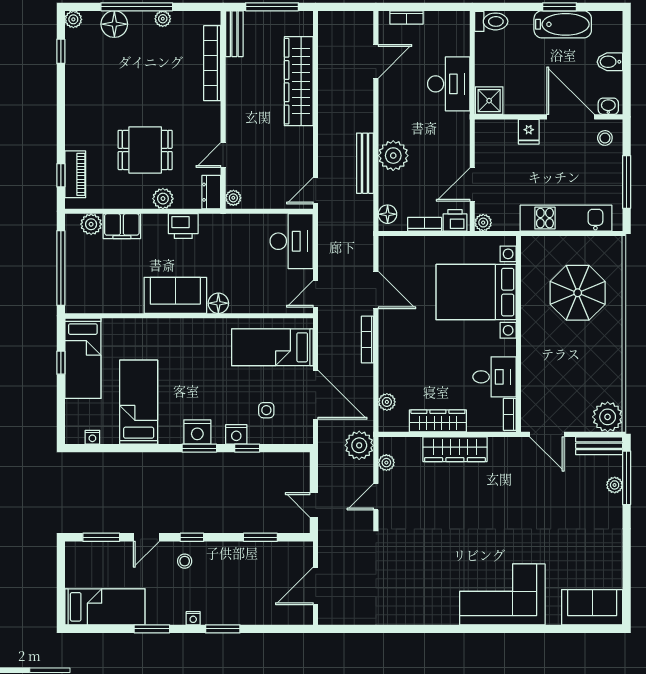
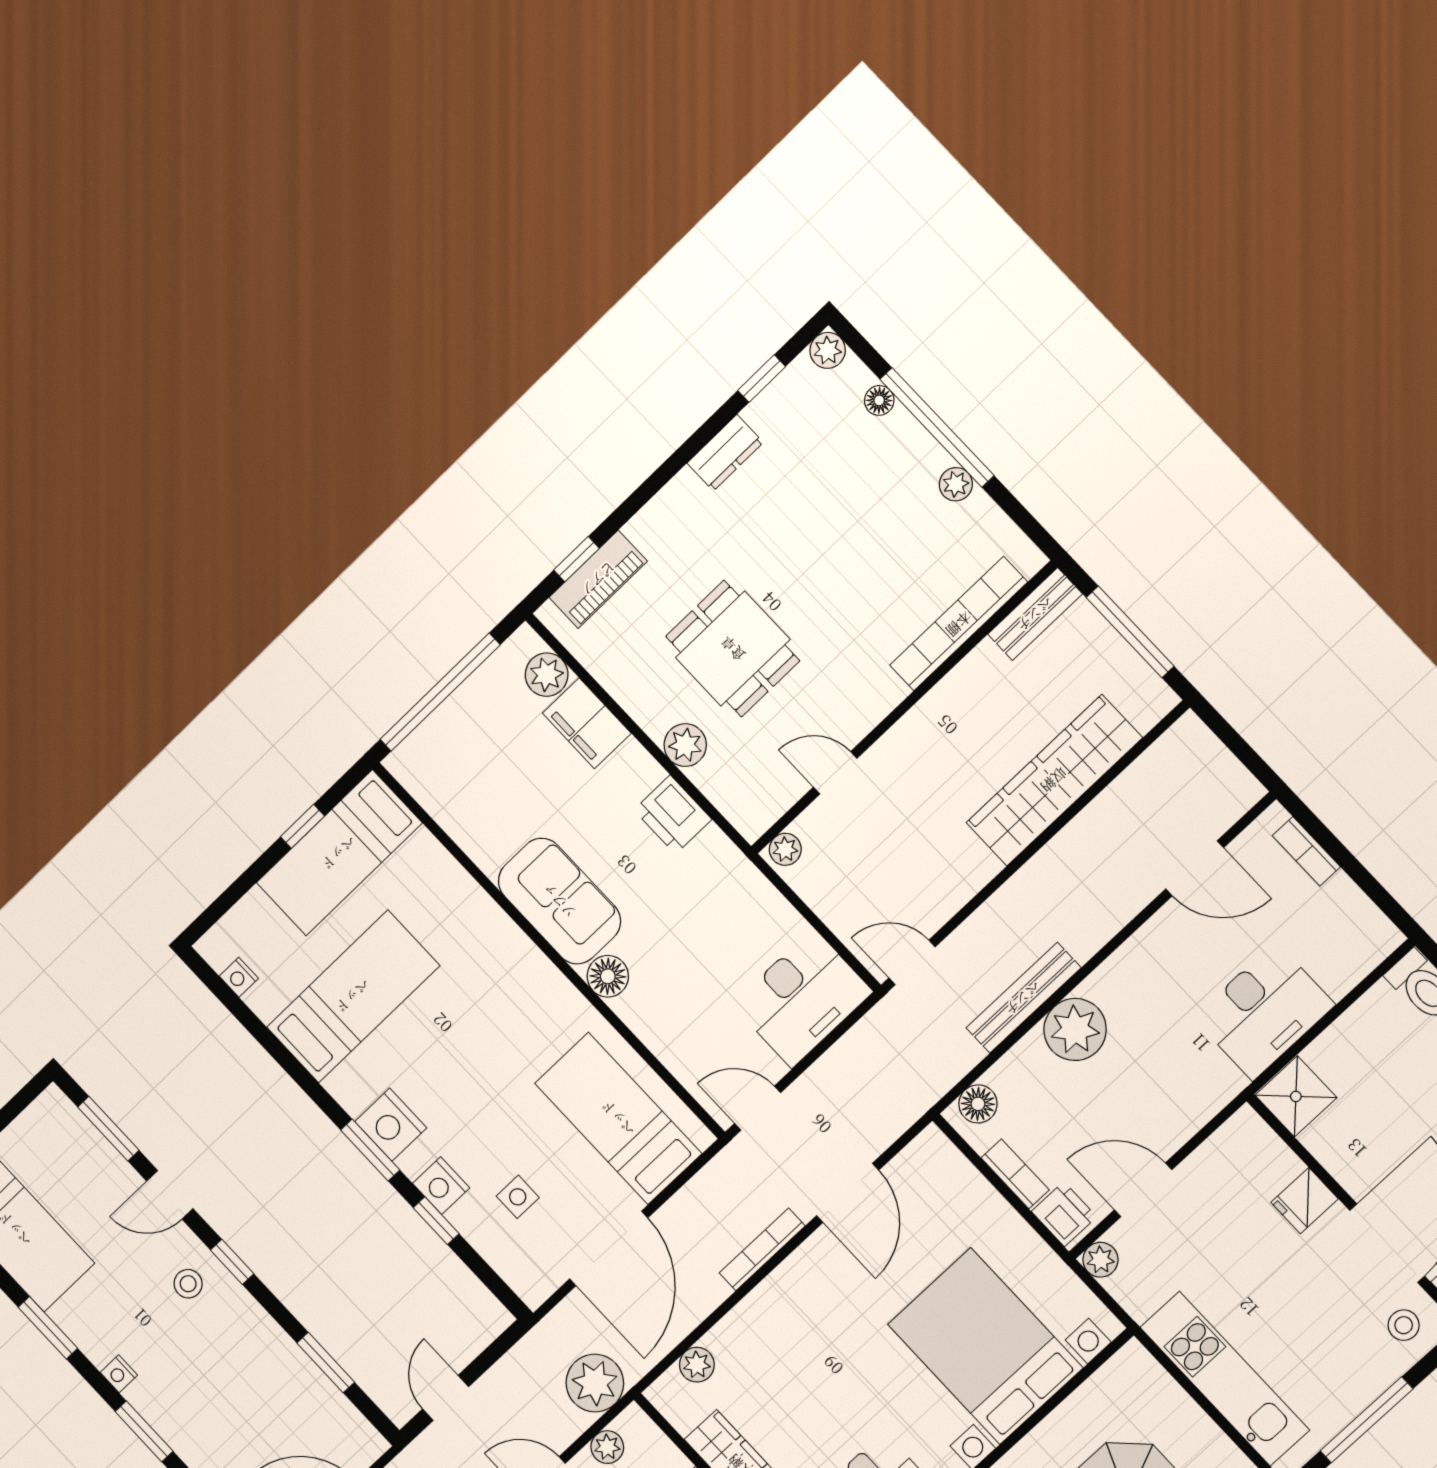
floor lamp: (114, 24) -> (879, 400), width x0.53, depth x0.53
dresser: (211, 192) -> (725, 453), moved, turned 180

